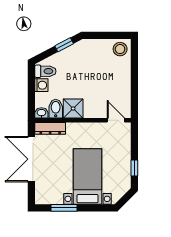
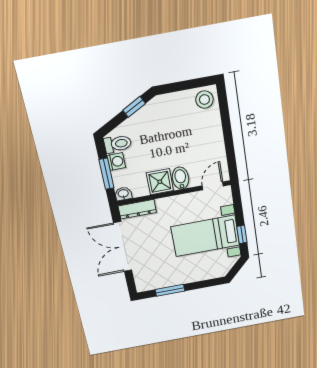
window: (31, 94) -> (107, 174), added
bidet: (56, 109) -> (181, 178), moved
door: (116, 120) -> (213, 186), hinge flipped
bed with nightstands: (88, 177) -> (205, 236), moved, turned -90

